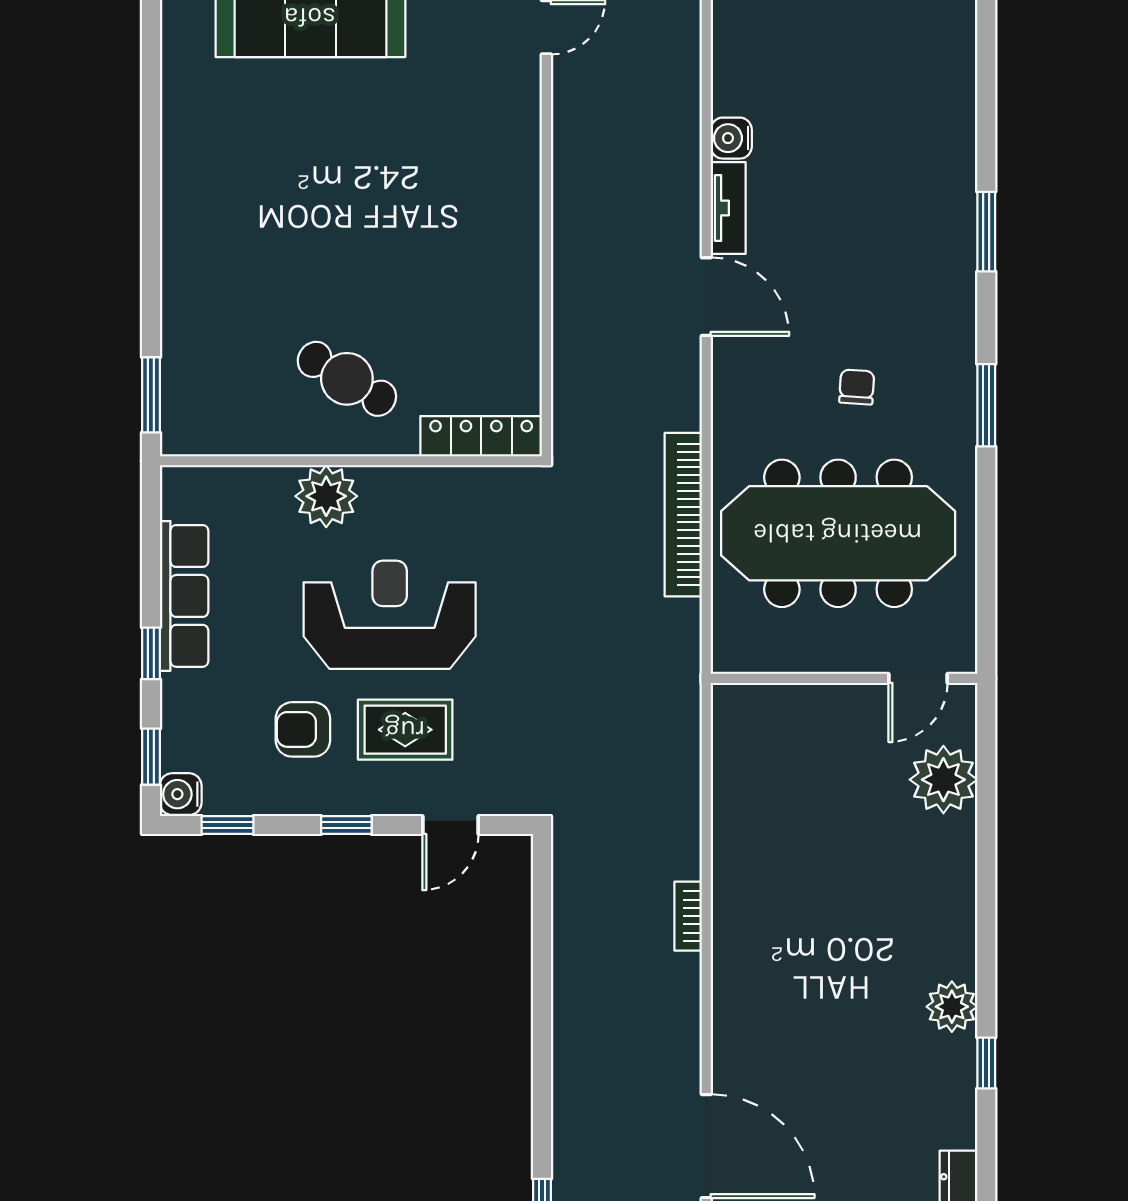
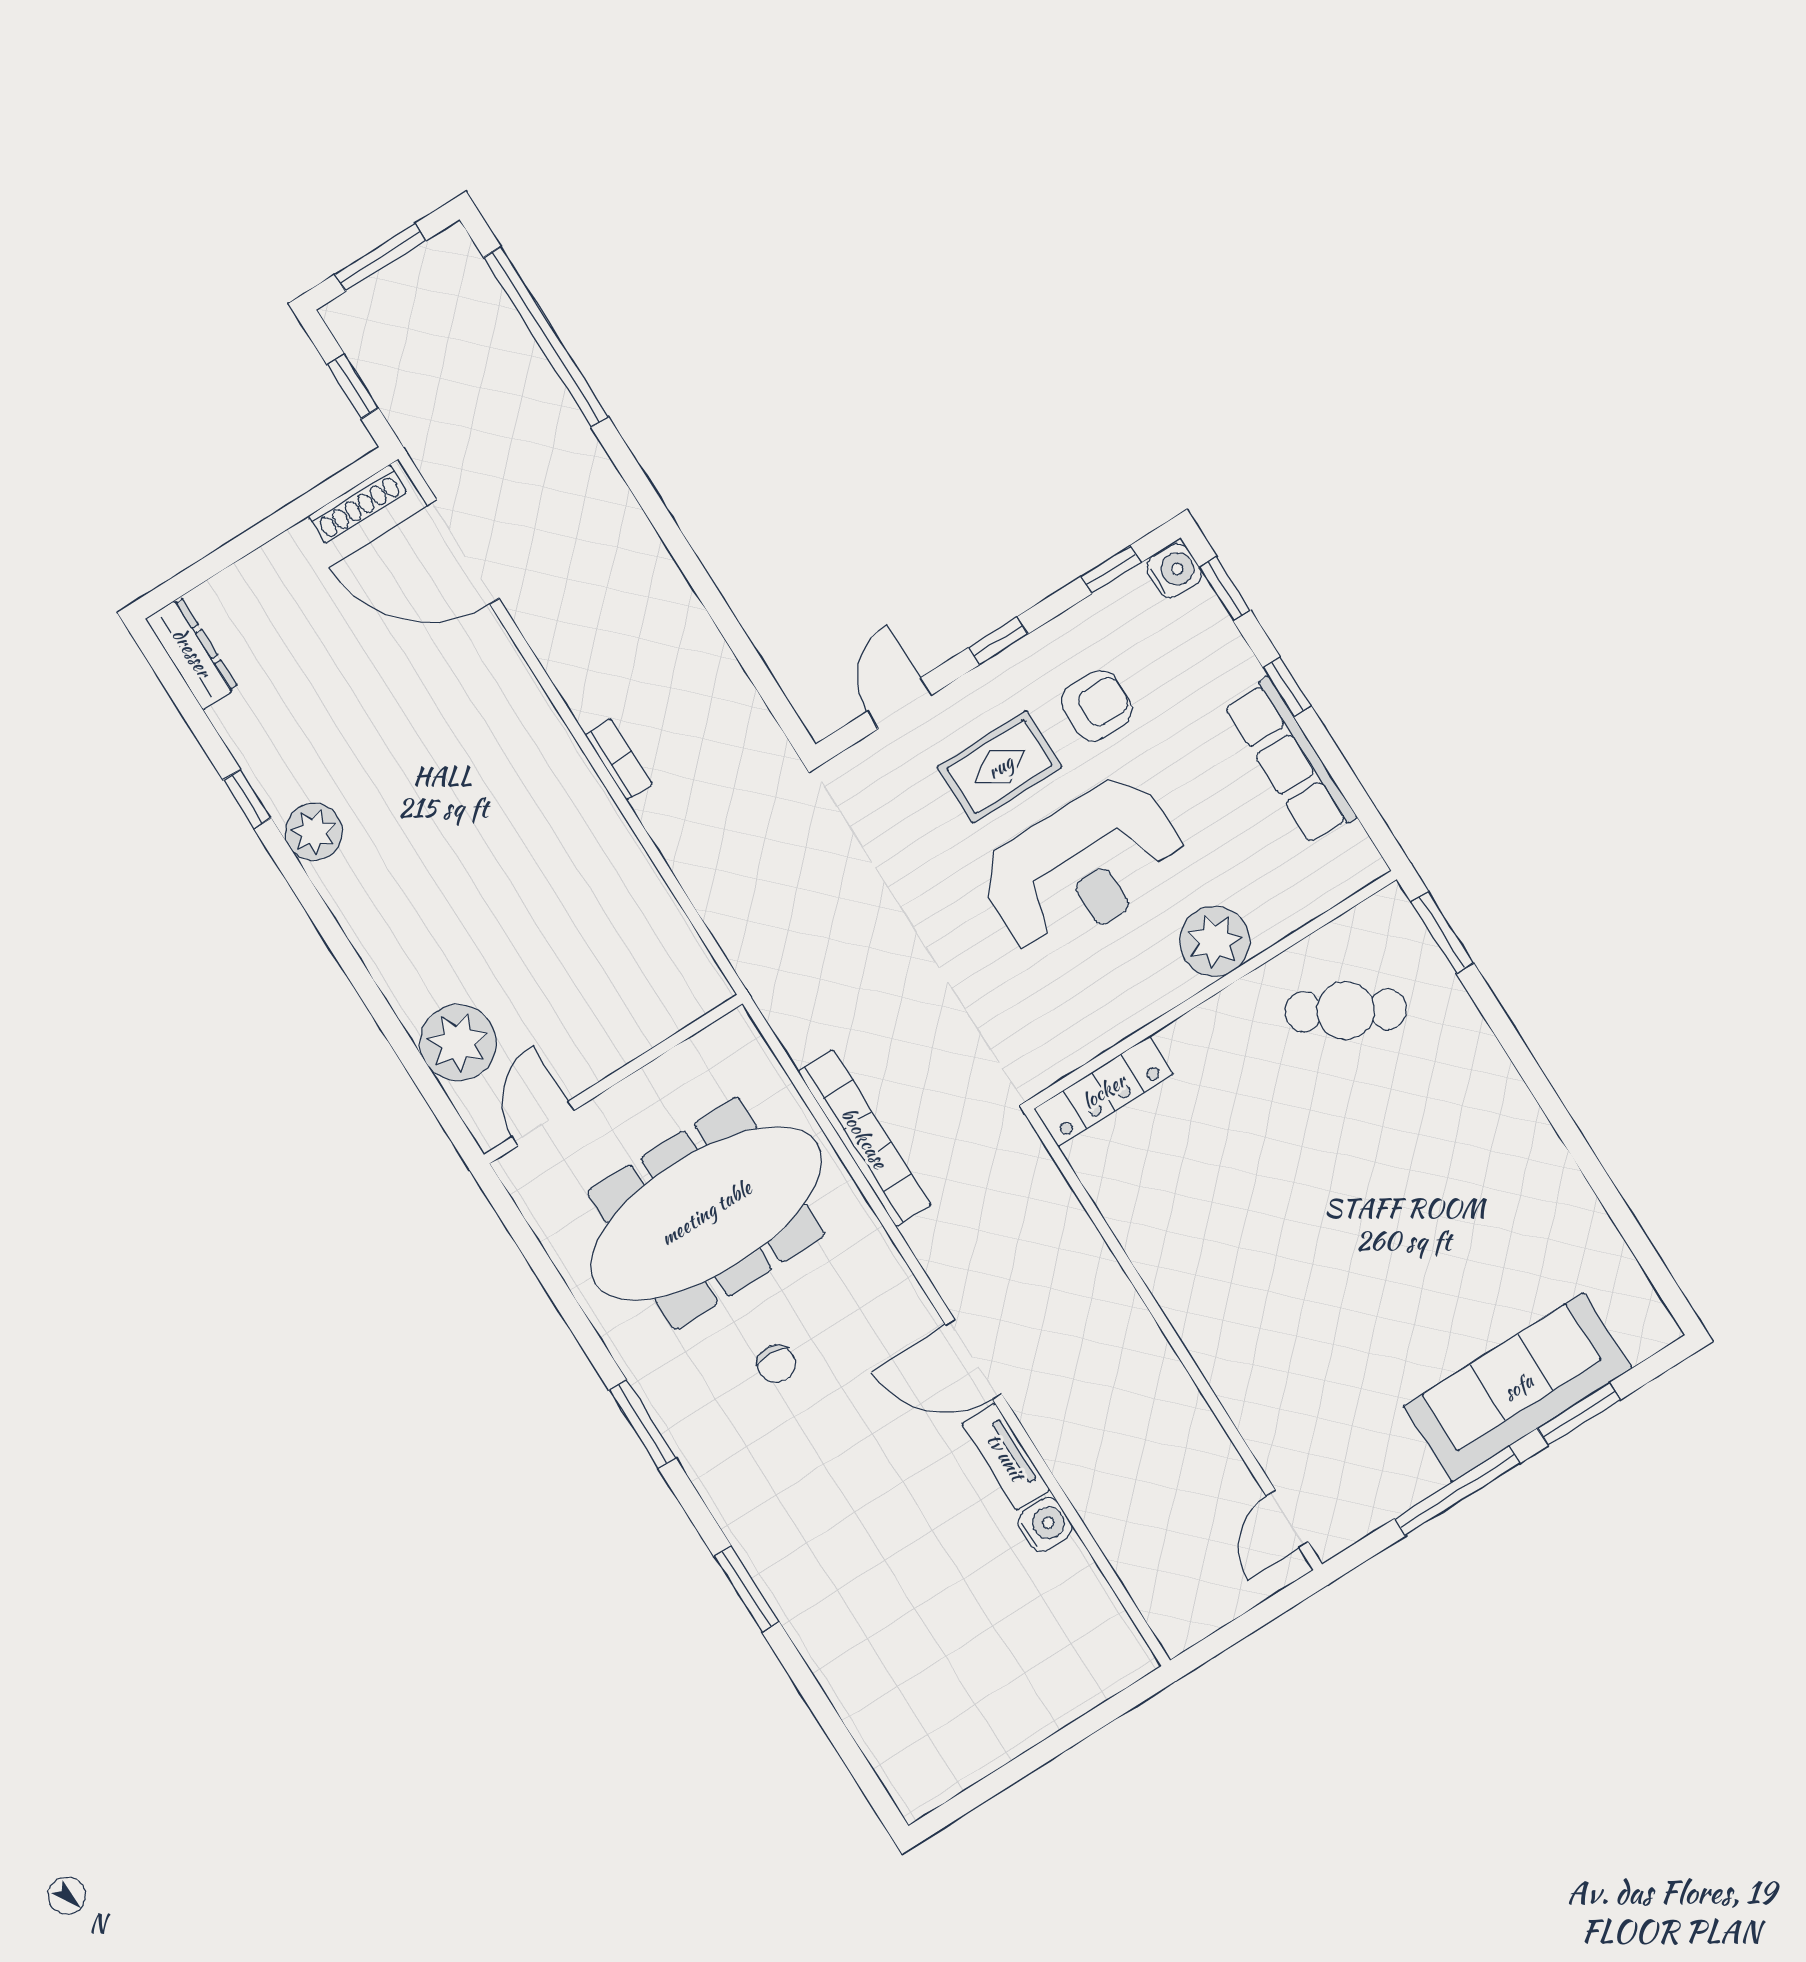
cafe table: (347, 379) -> (1346, 1011), moved

